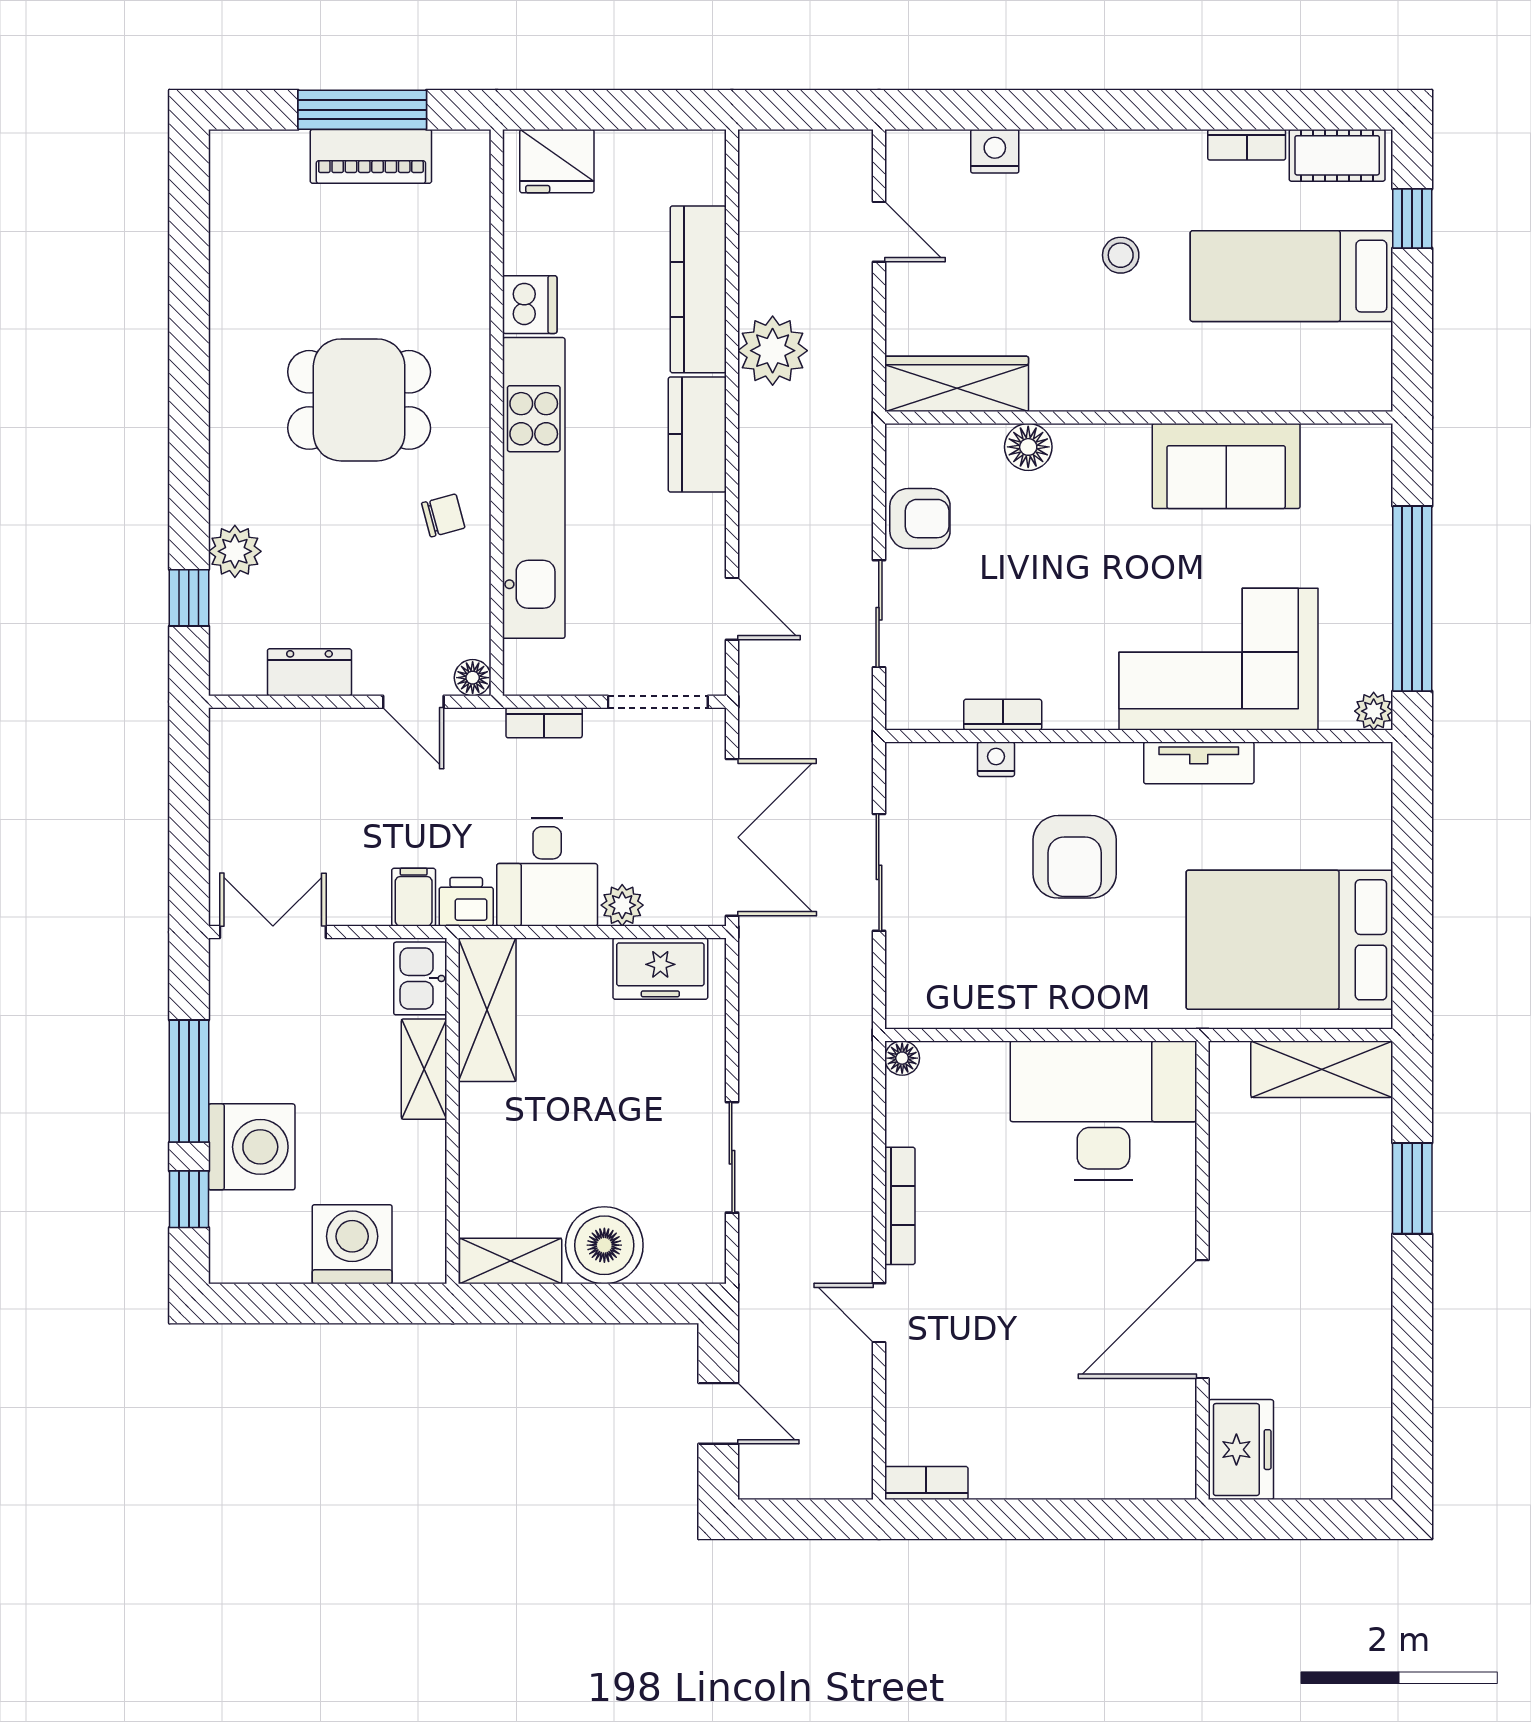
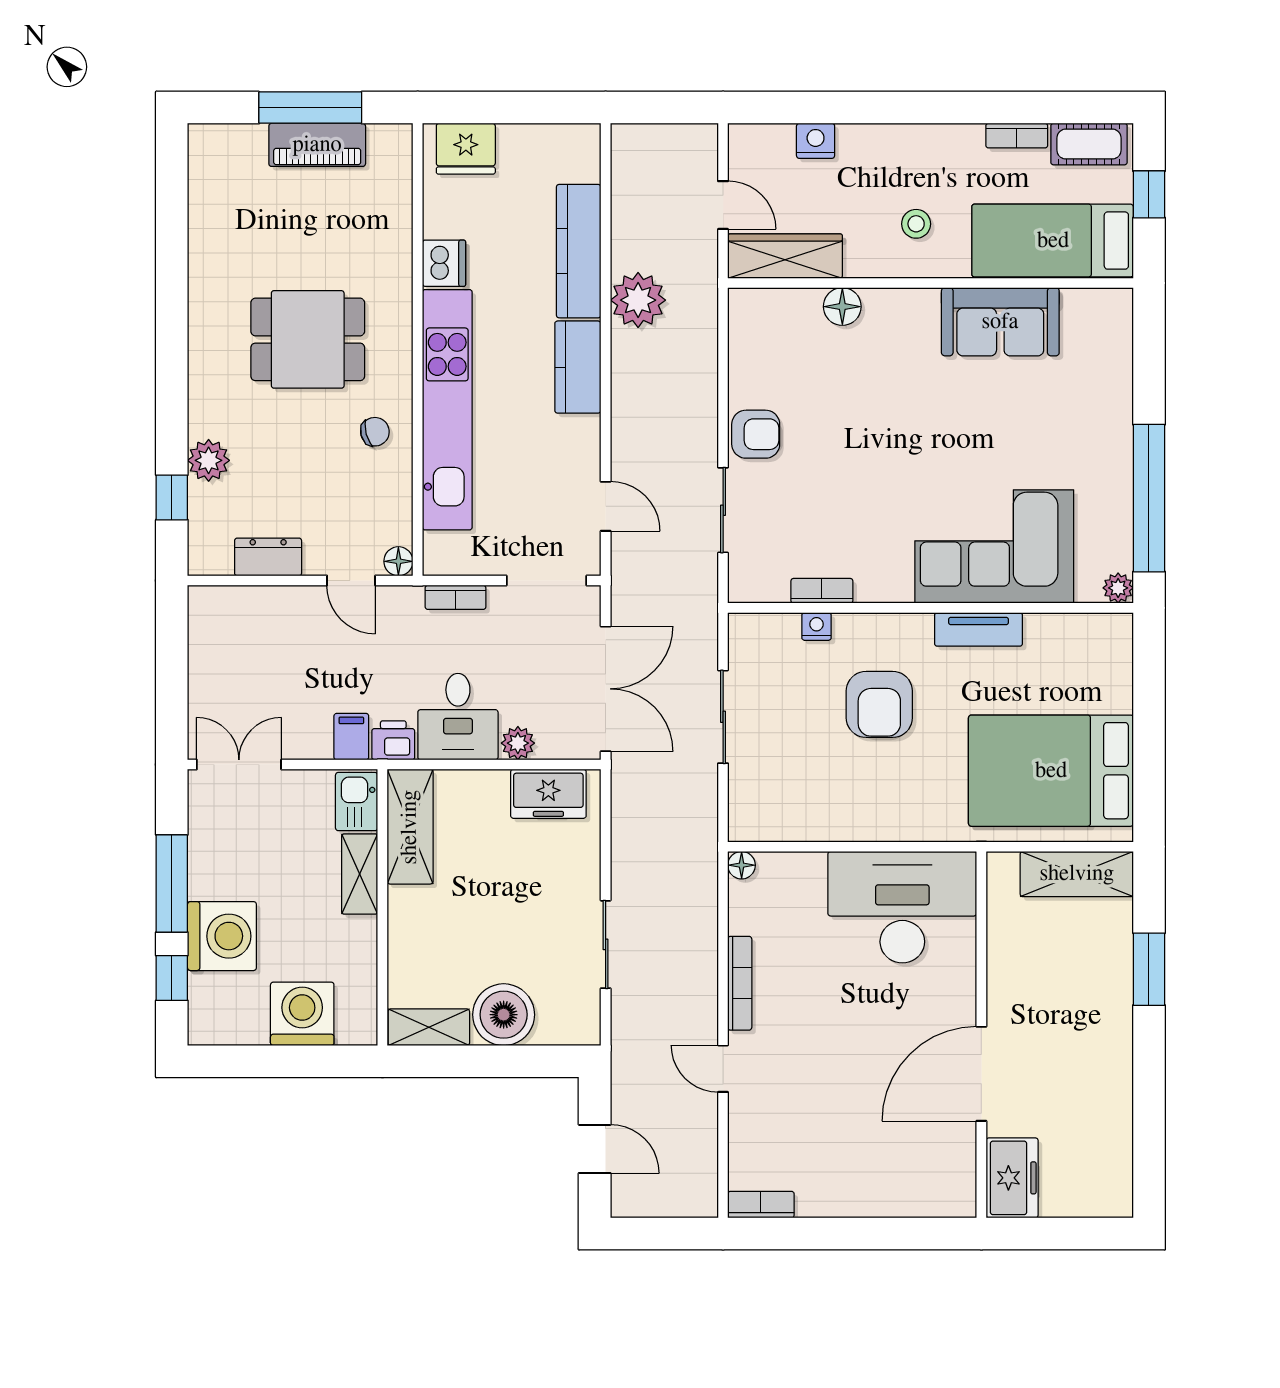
wardrobe: (957, 384) -> (785, 256), moved
wall: (1139, 417) -> (931, 283), moved
floor lamp: (1028, 447) -> (842, 307), moved
sofa: (1226, 466) -> (1000, 322), moved

